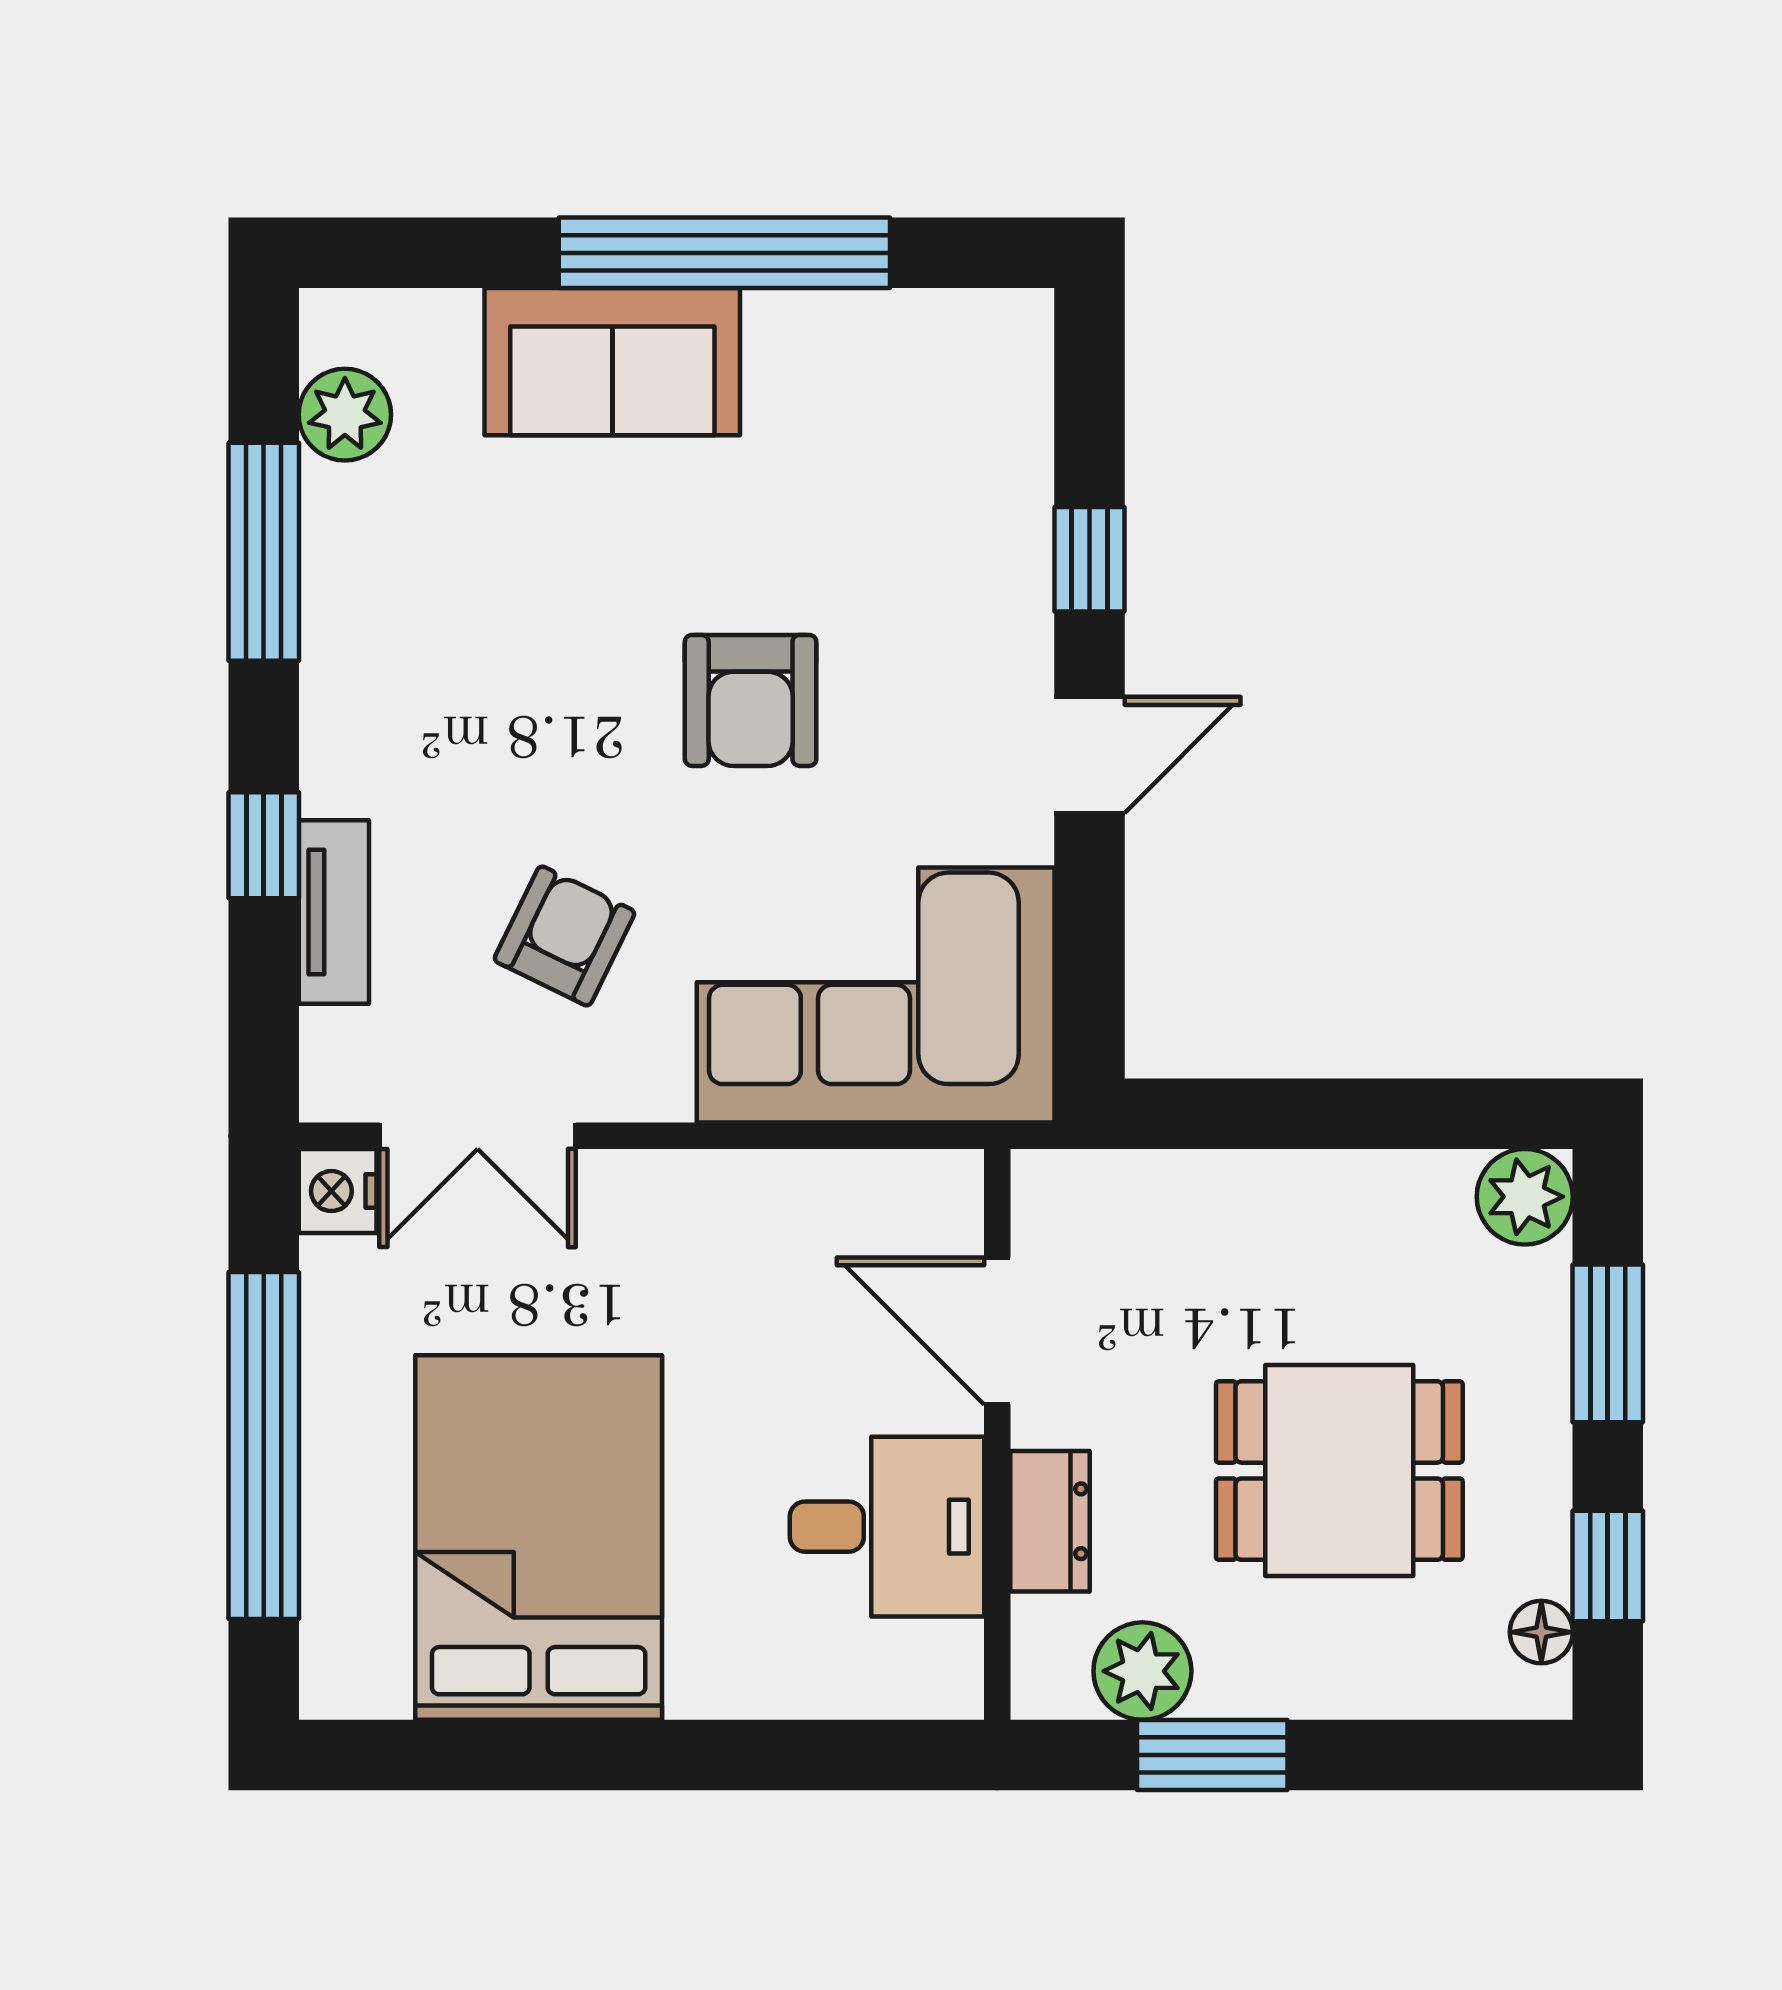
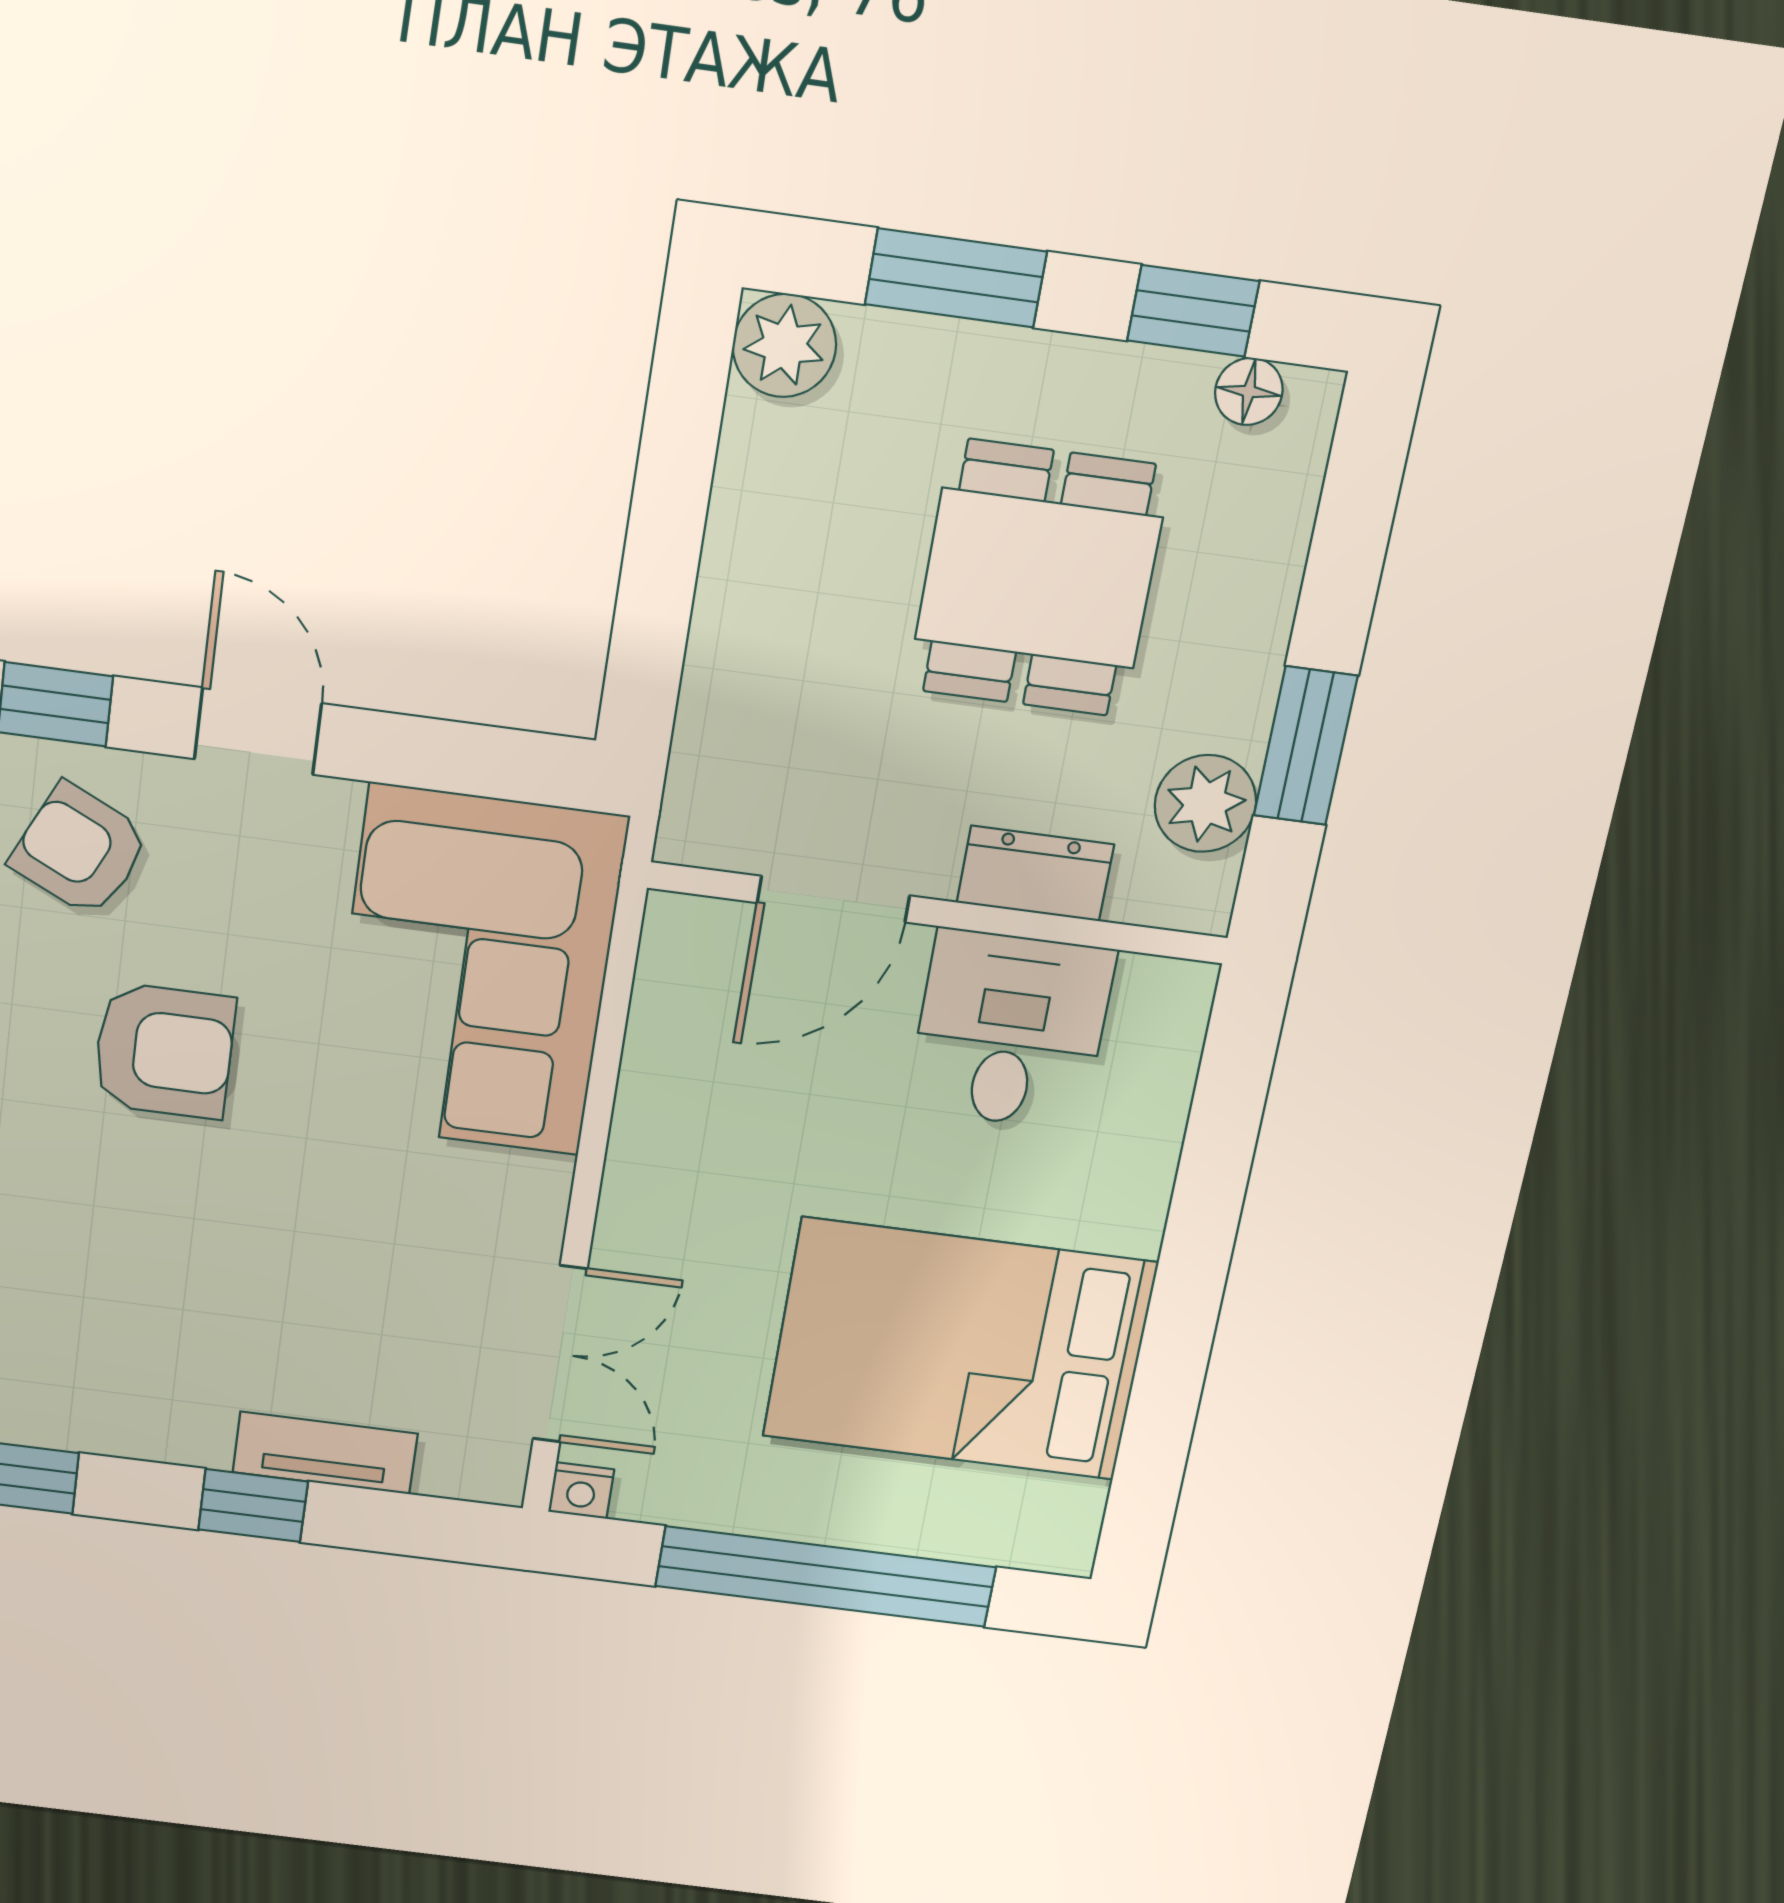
armchair: (564, 936) -> (80, 850), moved
nightstand: (338, 1191) -> (581, 1491), width x0.72, depth x0.74

